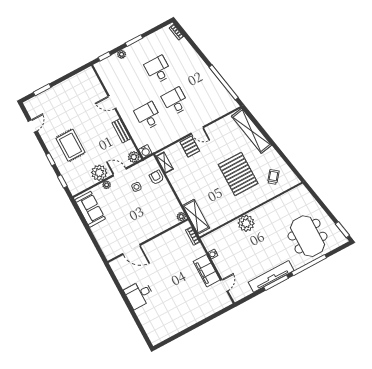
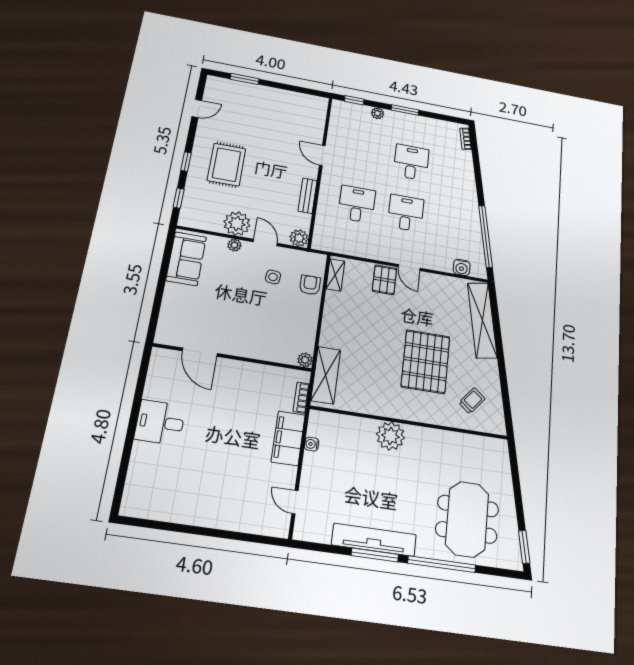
water cooler: (145, 151) -> (462, 267), moved
filing cabinet: (207, 271) -> (288, 438), moved
door: (224, 285) -> (295, 502), swing flipped

